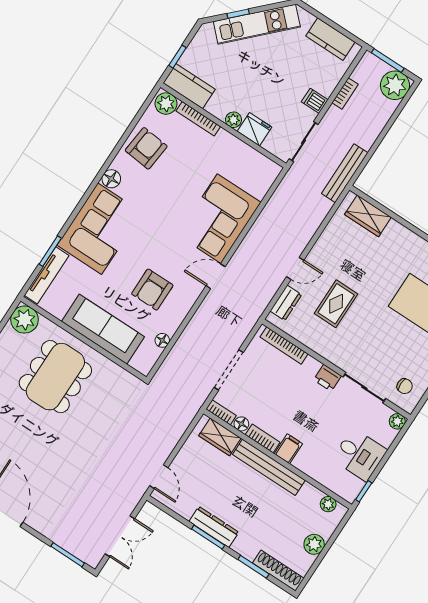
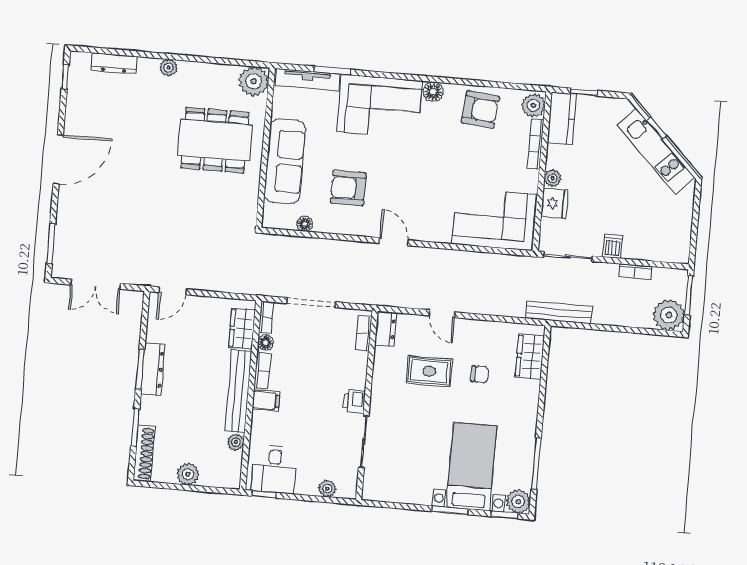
kitchen counter: (330, 39) -> (680, 229), removed
corner sofa: (219, 219) -> (494, 219), moved
dresser: (286, 303) -> (385, 329), moved, turned -90
bookcase: (284, 345) -> (363, 333), width x0.64
chair: (405, 386) -> (480, 374), moved, turned -90
plant: (397, 421) -> (327, 489), moved
desk: (360, 455) -> (274, 469), moved
plant: (328, 504) -> (236, 442), moved

